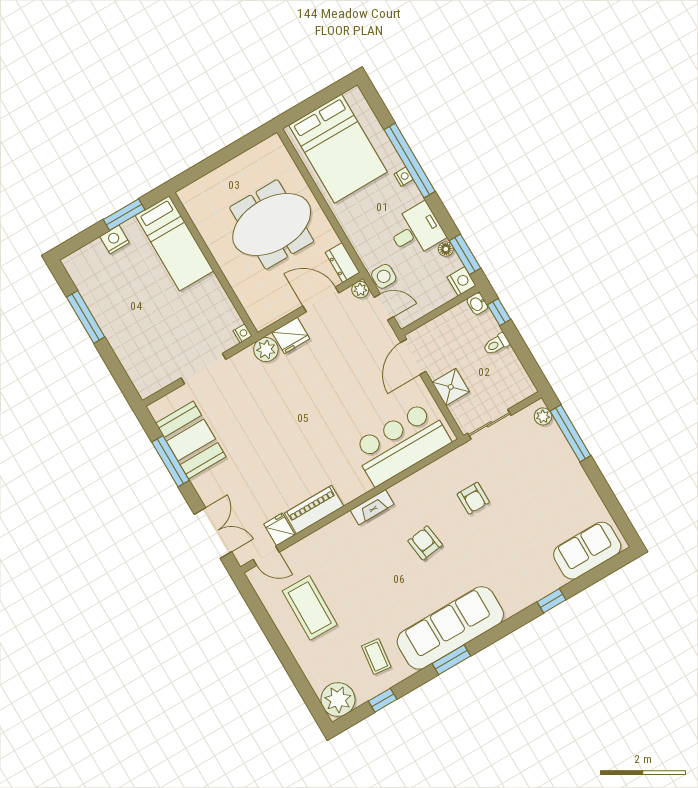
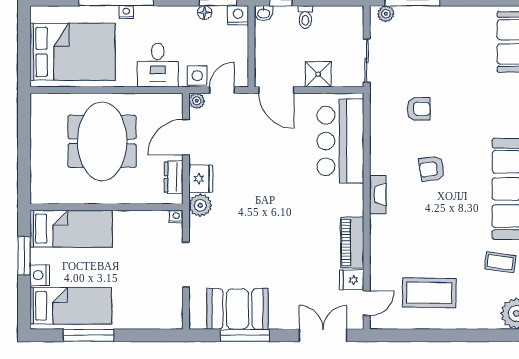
desk: (416, 231) -> (158, 65), moved, turned 180
dresser: (343, 263) -> (174, 177), moved, turned 90
bed: (103, 285) -> (71, 306), added

